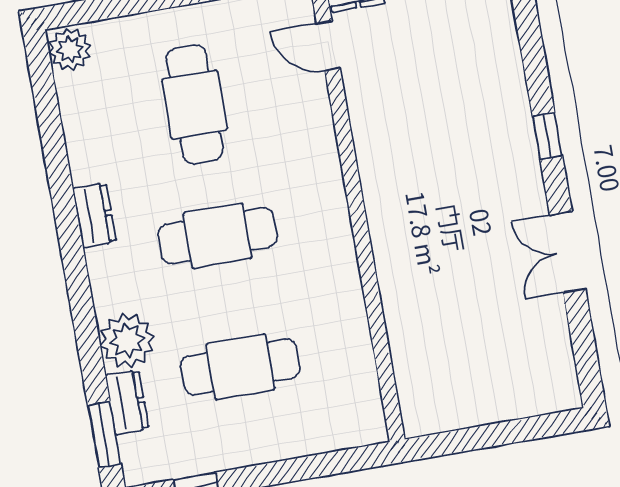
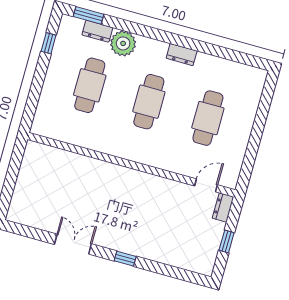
plant: (70, 49) -> (256, 77), removed
cafe table: (195, 105) -> (208, 118), turned 90

